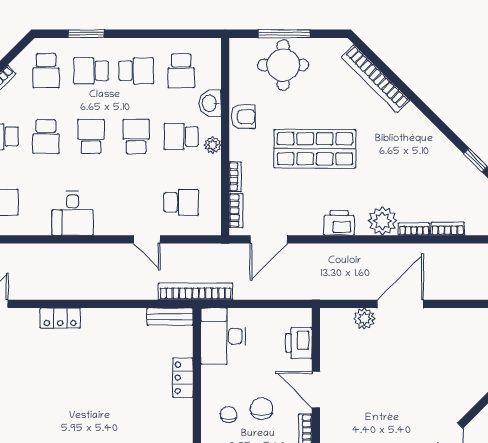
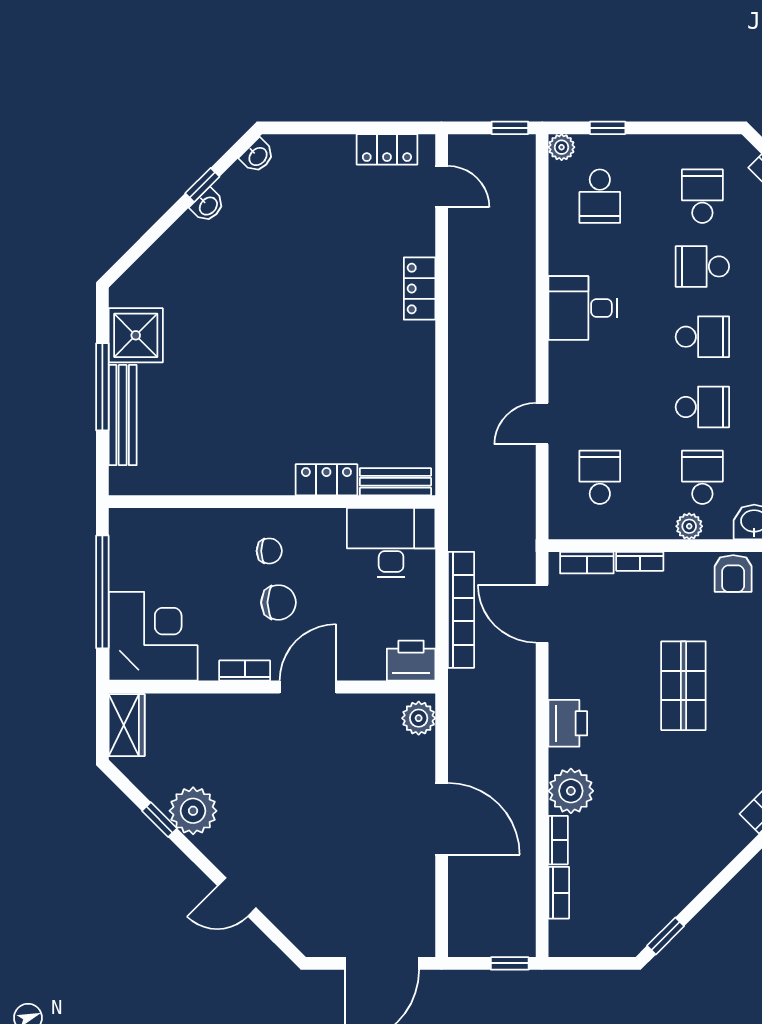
shop shelf: (315, 149) -> (683, 686), width x0.70, depth x0.74
school desk: (181, 202) -> (600, 477), turned 180
bookcase: (195, 291) -> (461, 610), moved
bench: (170, 317) -> (395, 482), moved, turned 90
plant: (364, 319) -> (419, 718), moved
printer: (299, 343) -> (411, 661), moved

